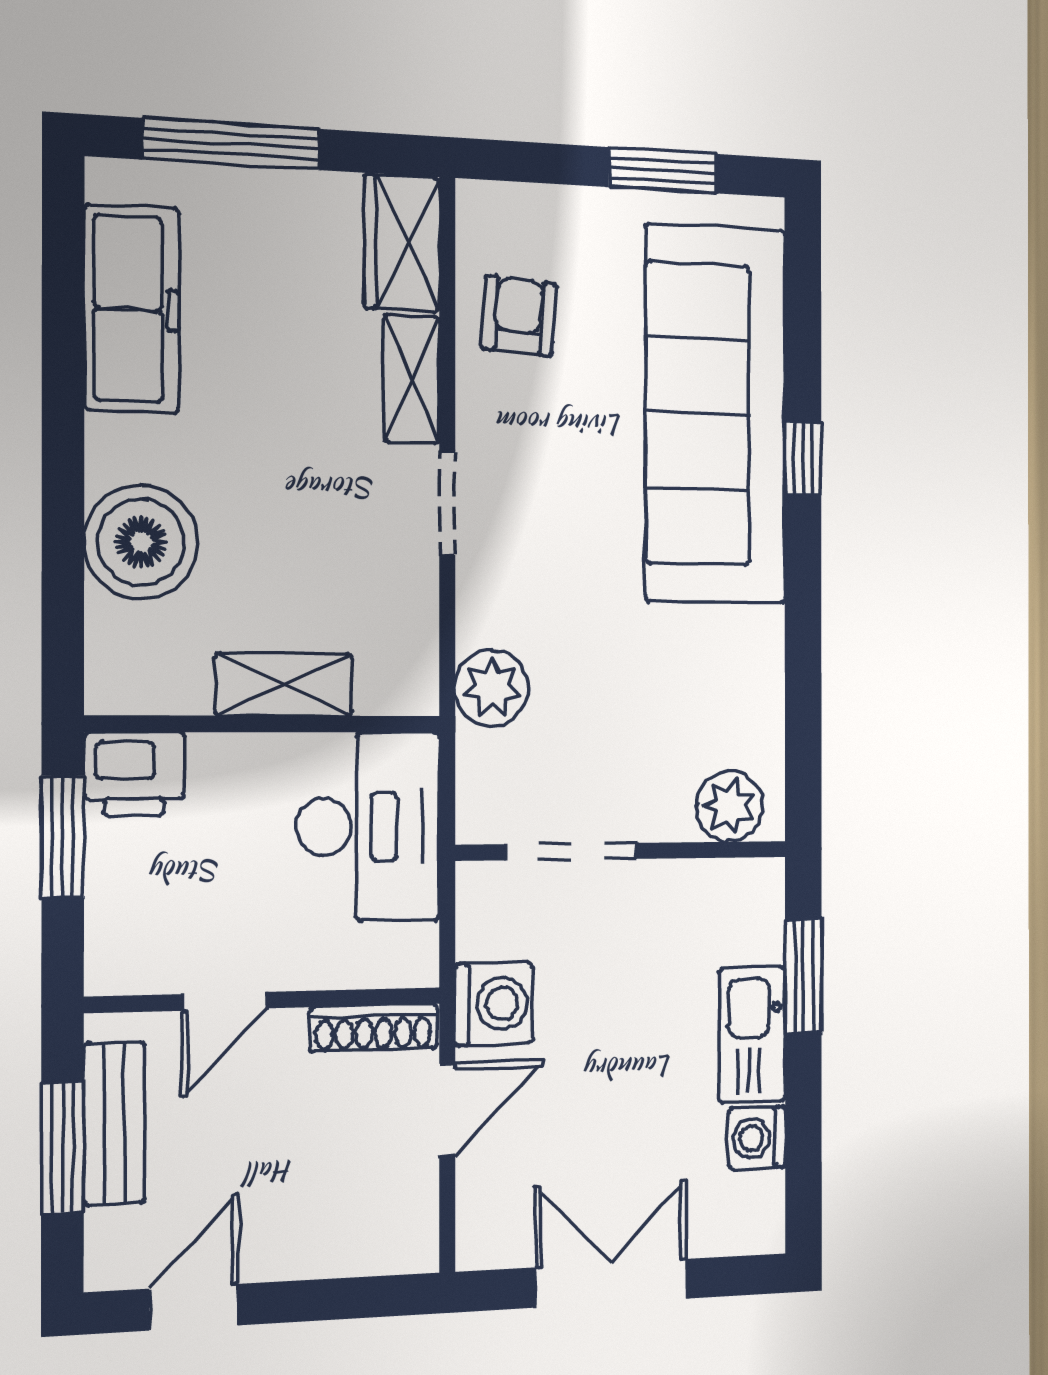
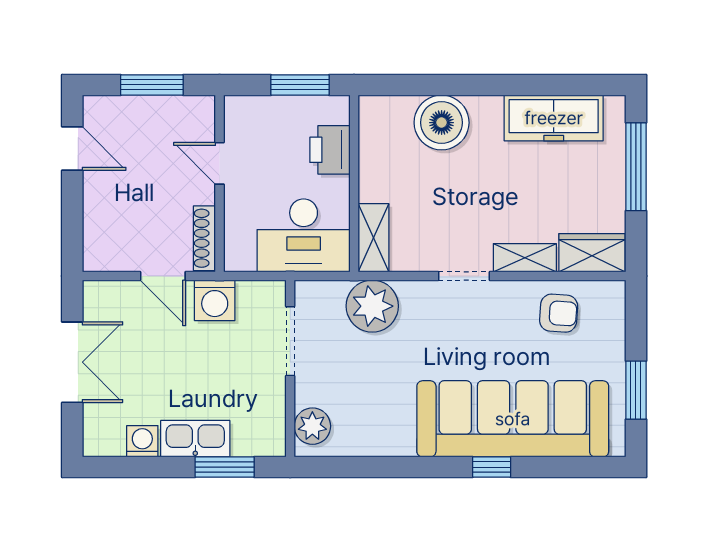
shelving: (284, 684) -> (373, 238), moved
plant: (492, 688) -> (372, 306), width x1.36, depth x1.36
printer: (134, 774) -> (330, 150), moved
bench: (114, 1123) -> (162, 110), removed

